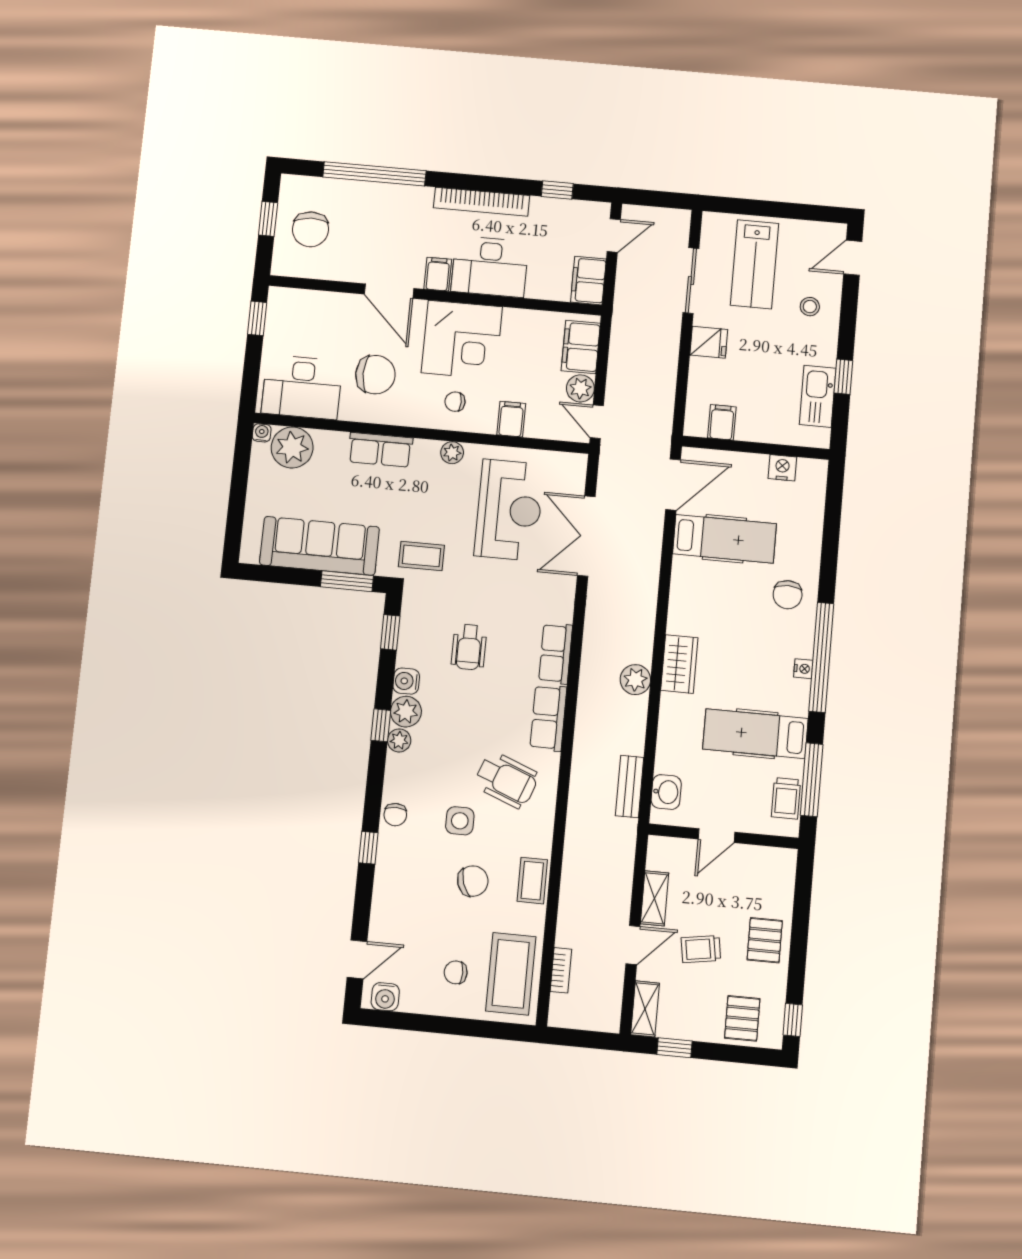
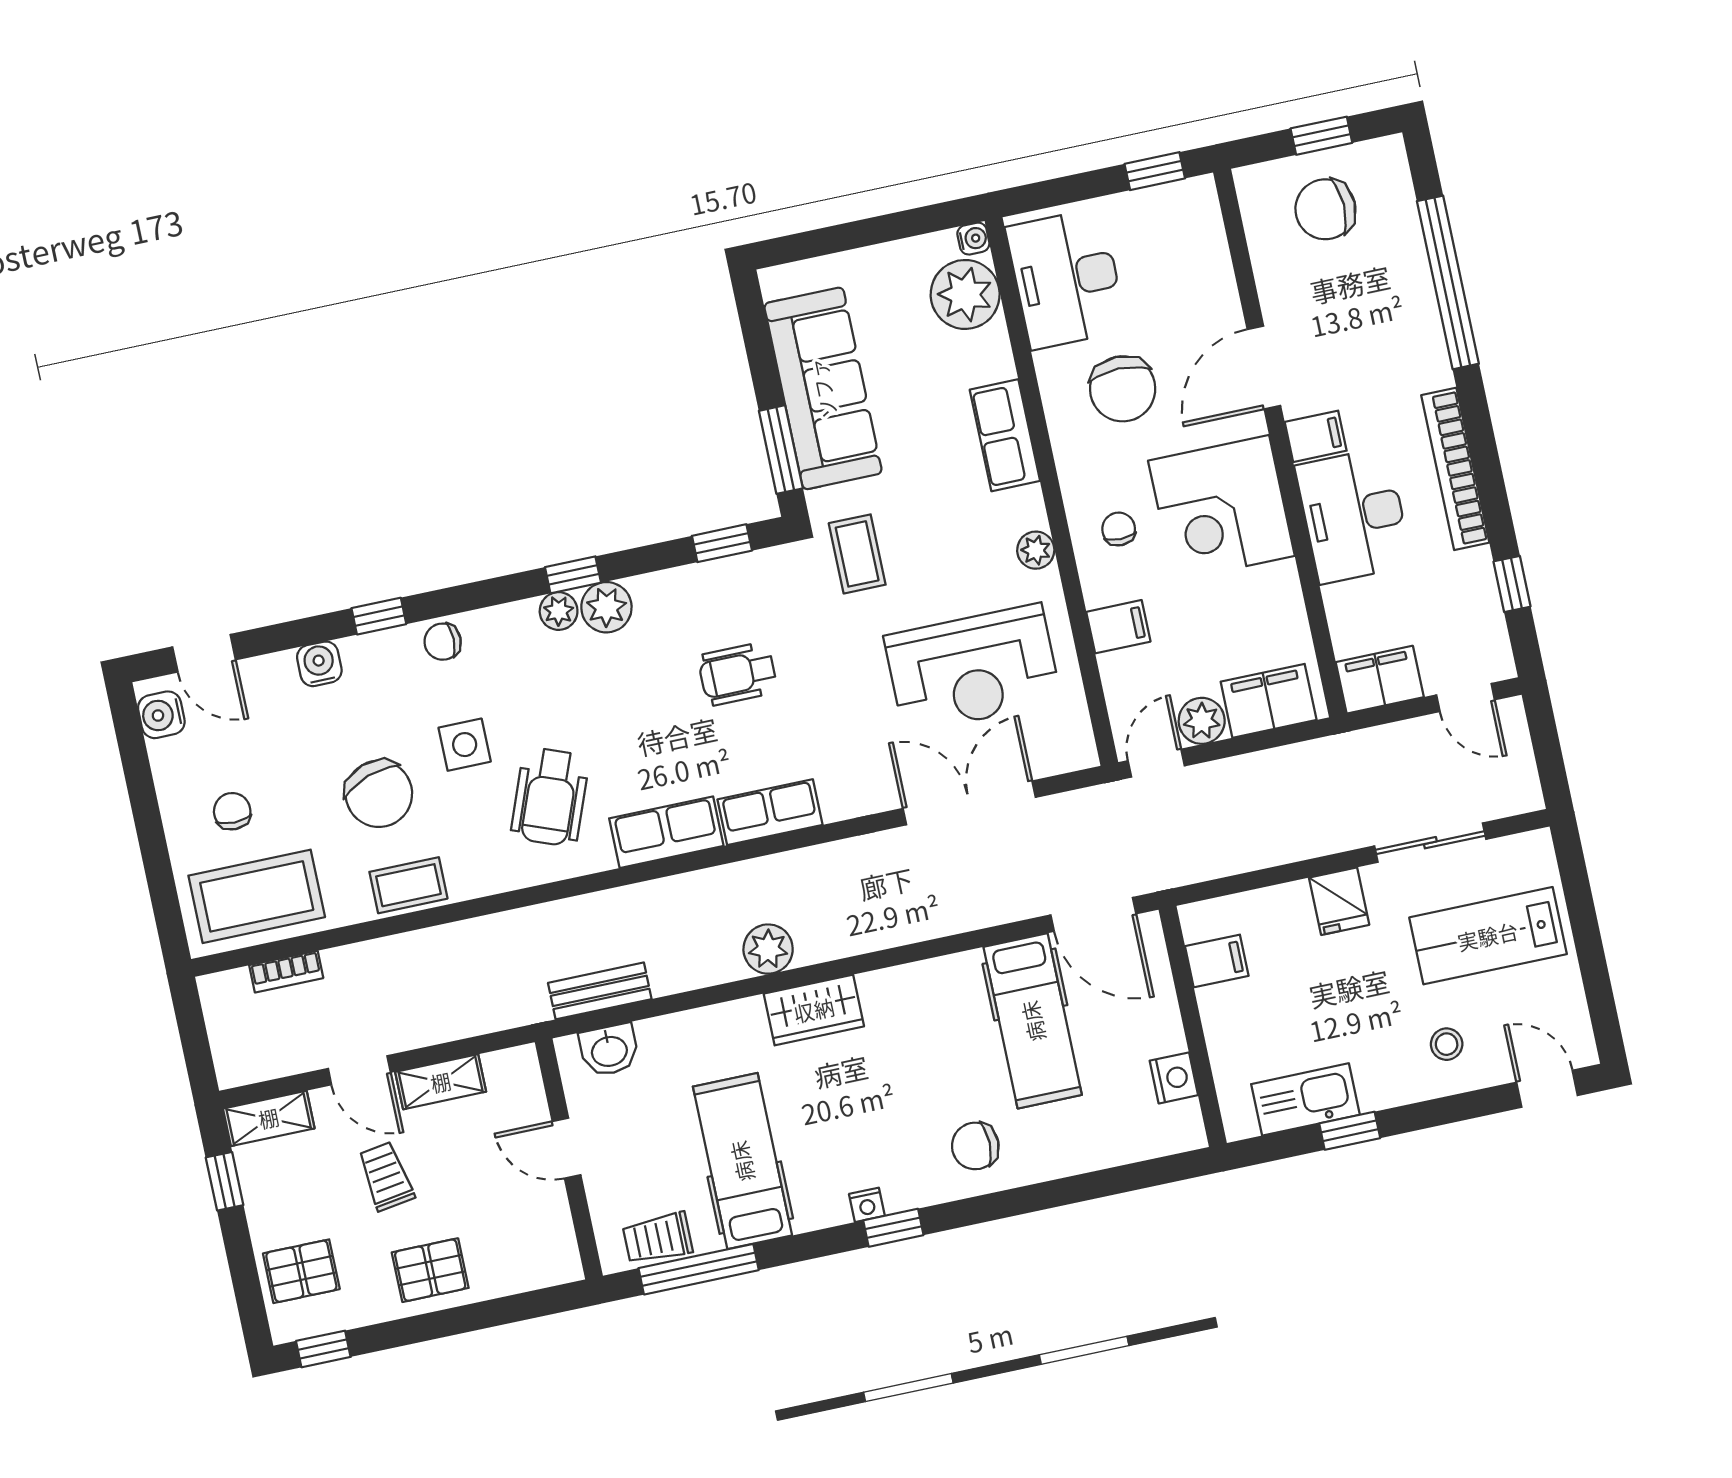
window: (821, 657) -> (893, 1228), width x0.32
water cooler: (406, 681) -> (319, 664), moved
chair: (473, 881) -> (379, 794), width x1.37, depth x1.37

